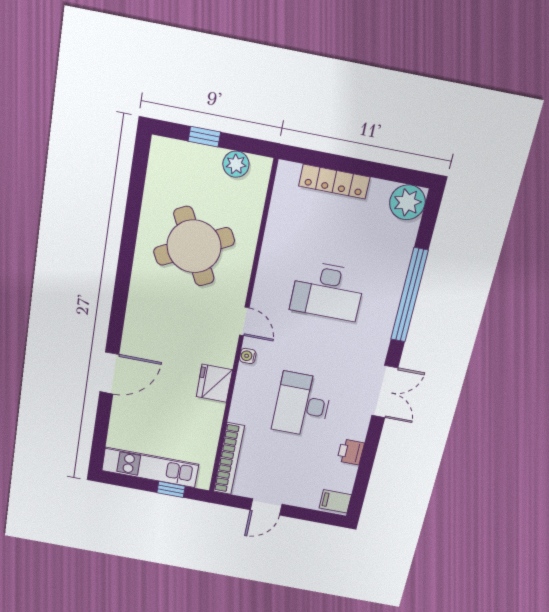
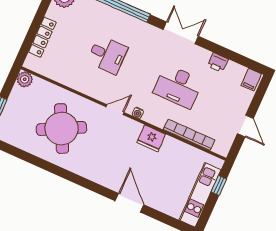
plant: (236, 164) -> (25, 79), moved
desk: (328, 291) -> (107, 55), width x0.73
bookcase: (229, 459) -> (189, 135), moved

